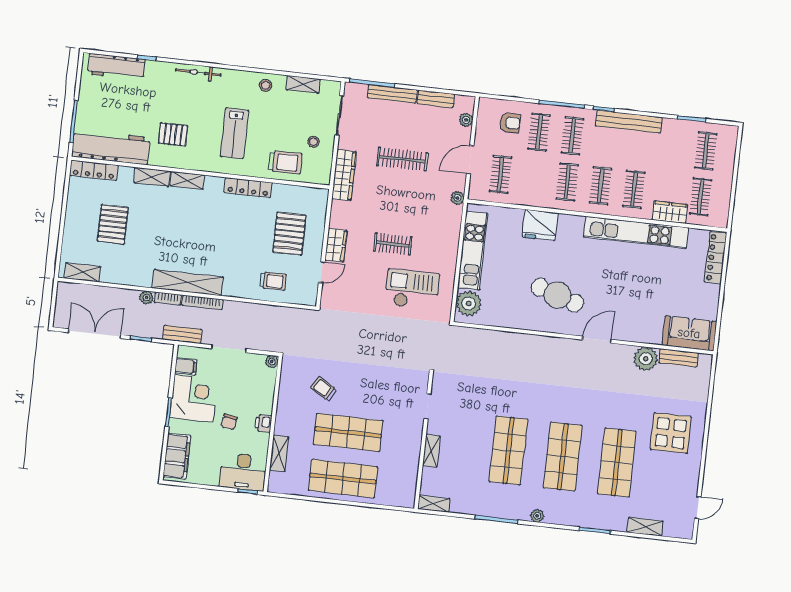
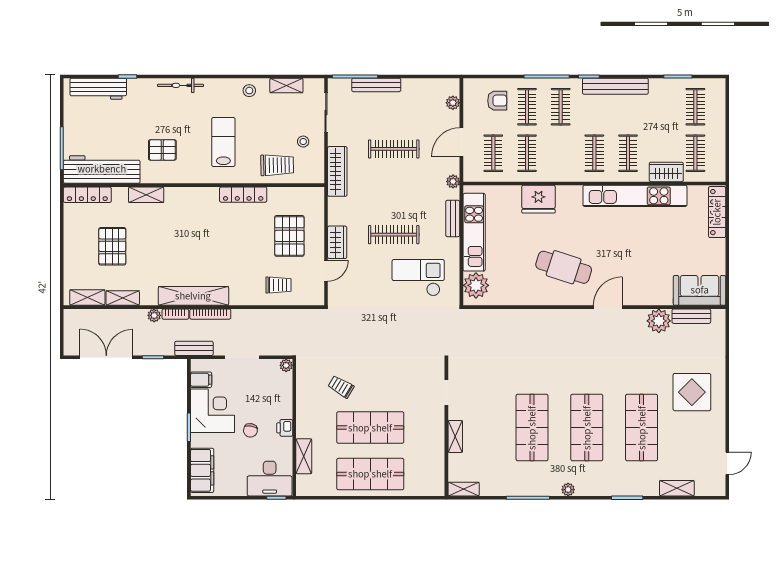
bench: (436, 99) -> (453, 218), moved, turned 90
lab bench: (234, 133) -> (223, 142), turned 180
shelving: (187, 180) -> (123, 298), moved
clothes rail: (567, 182) -> (527, 153), moved
clothes rail: (393, 244) -> (394, 235), width x1.36

